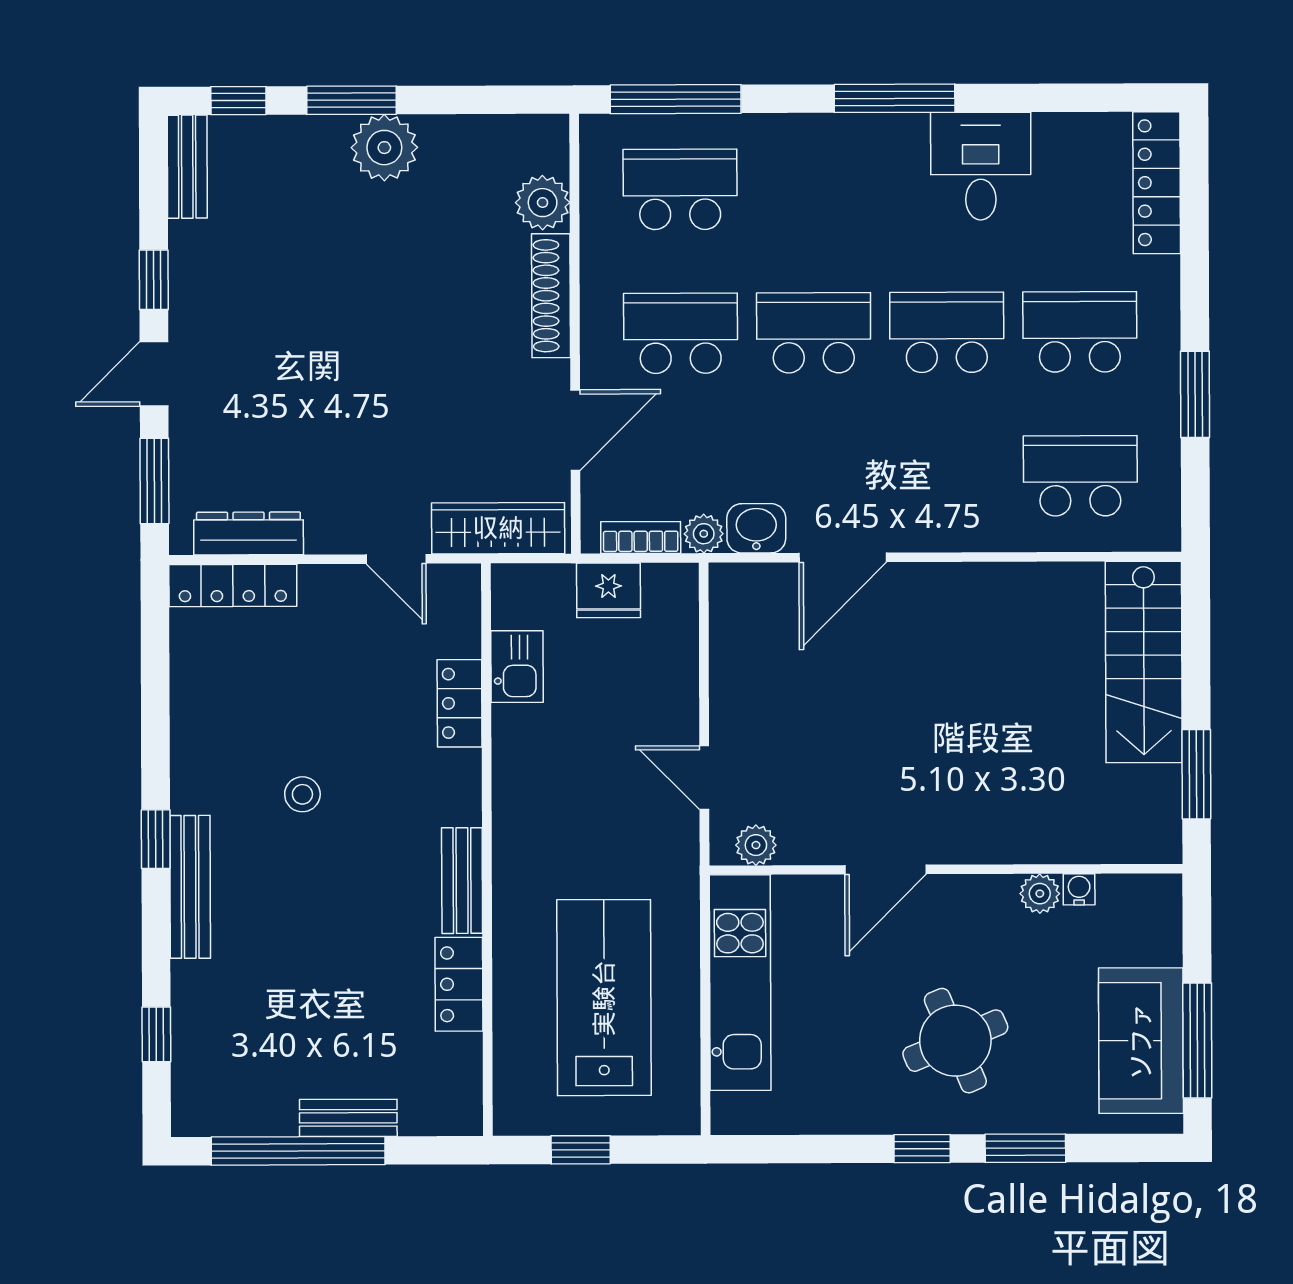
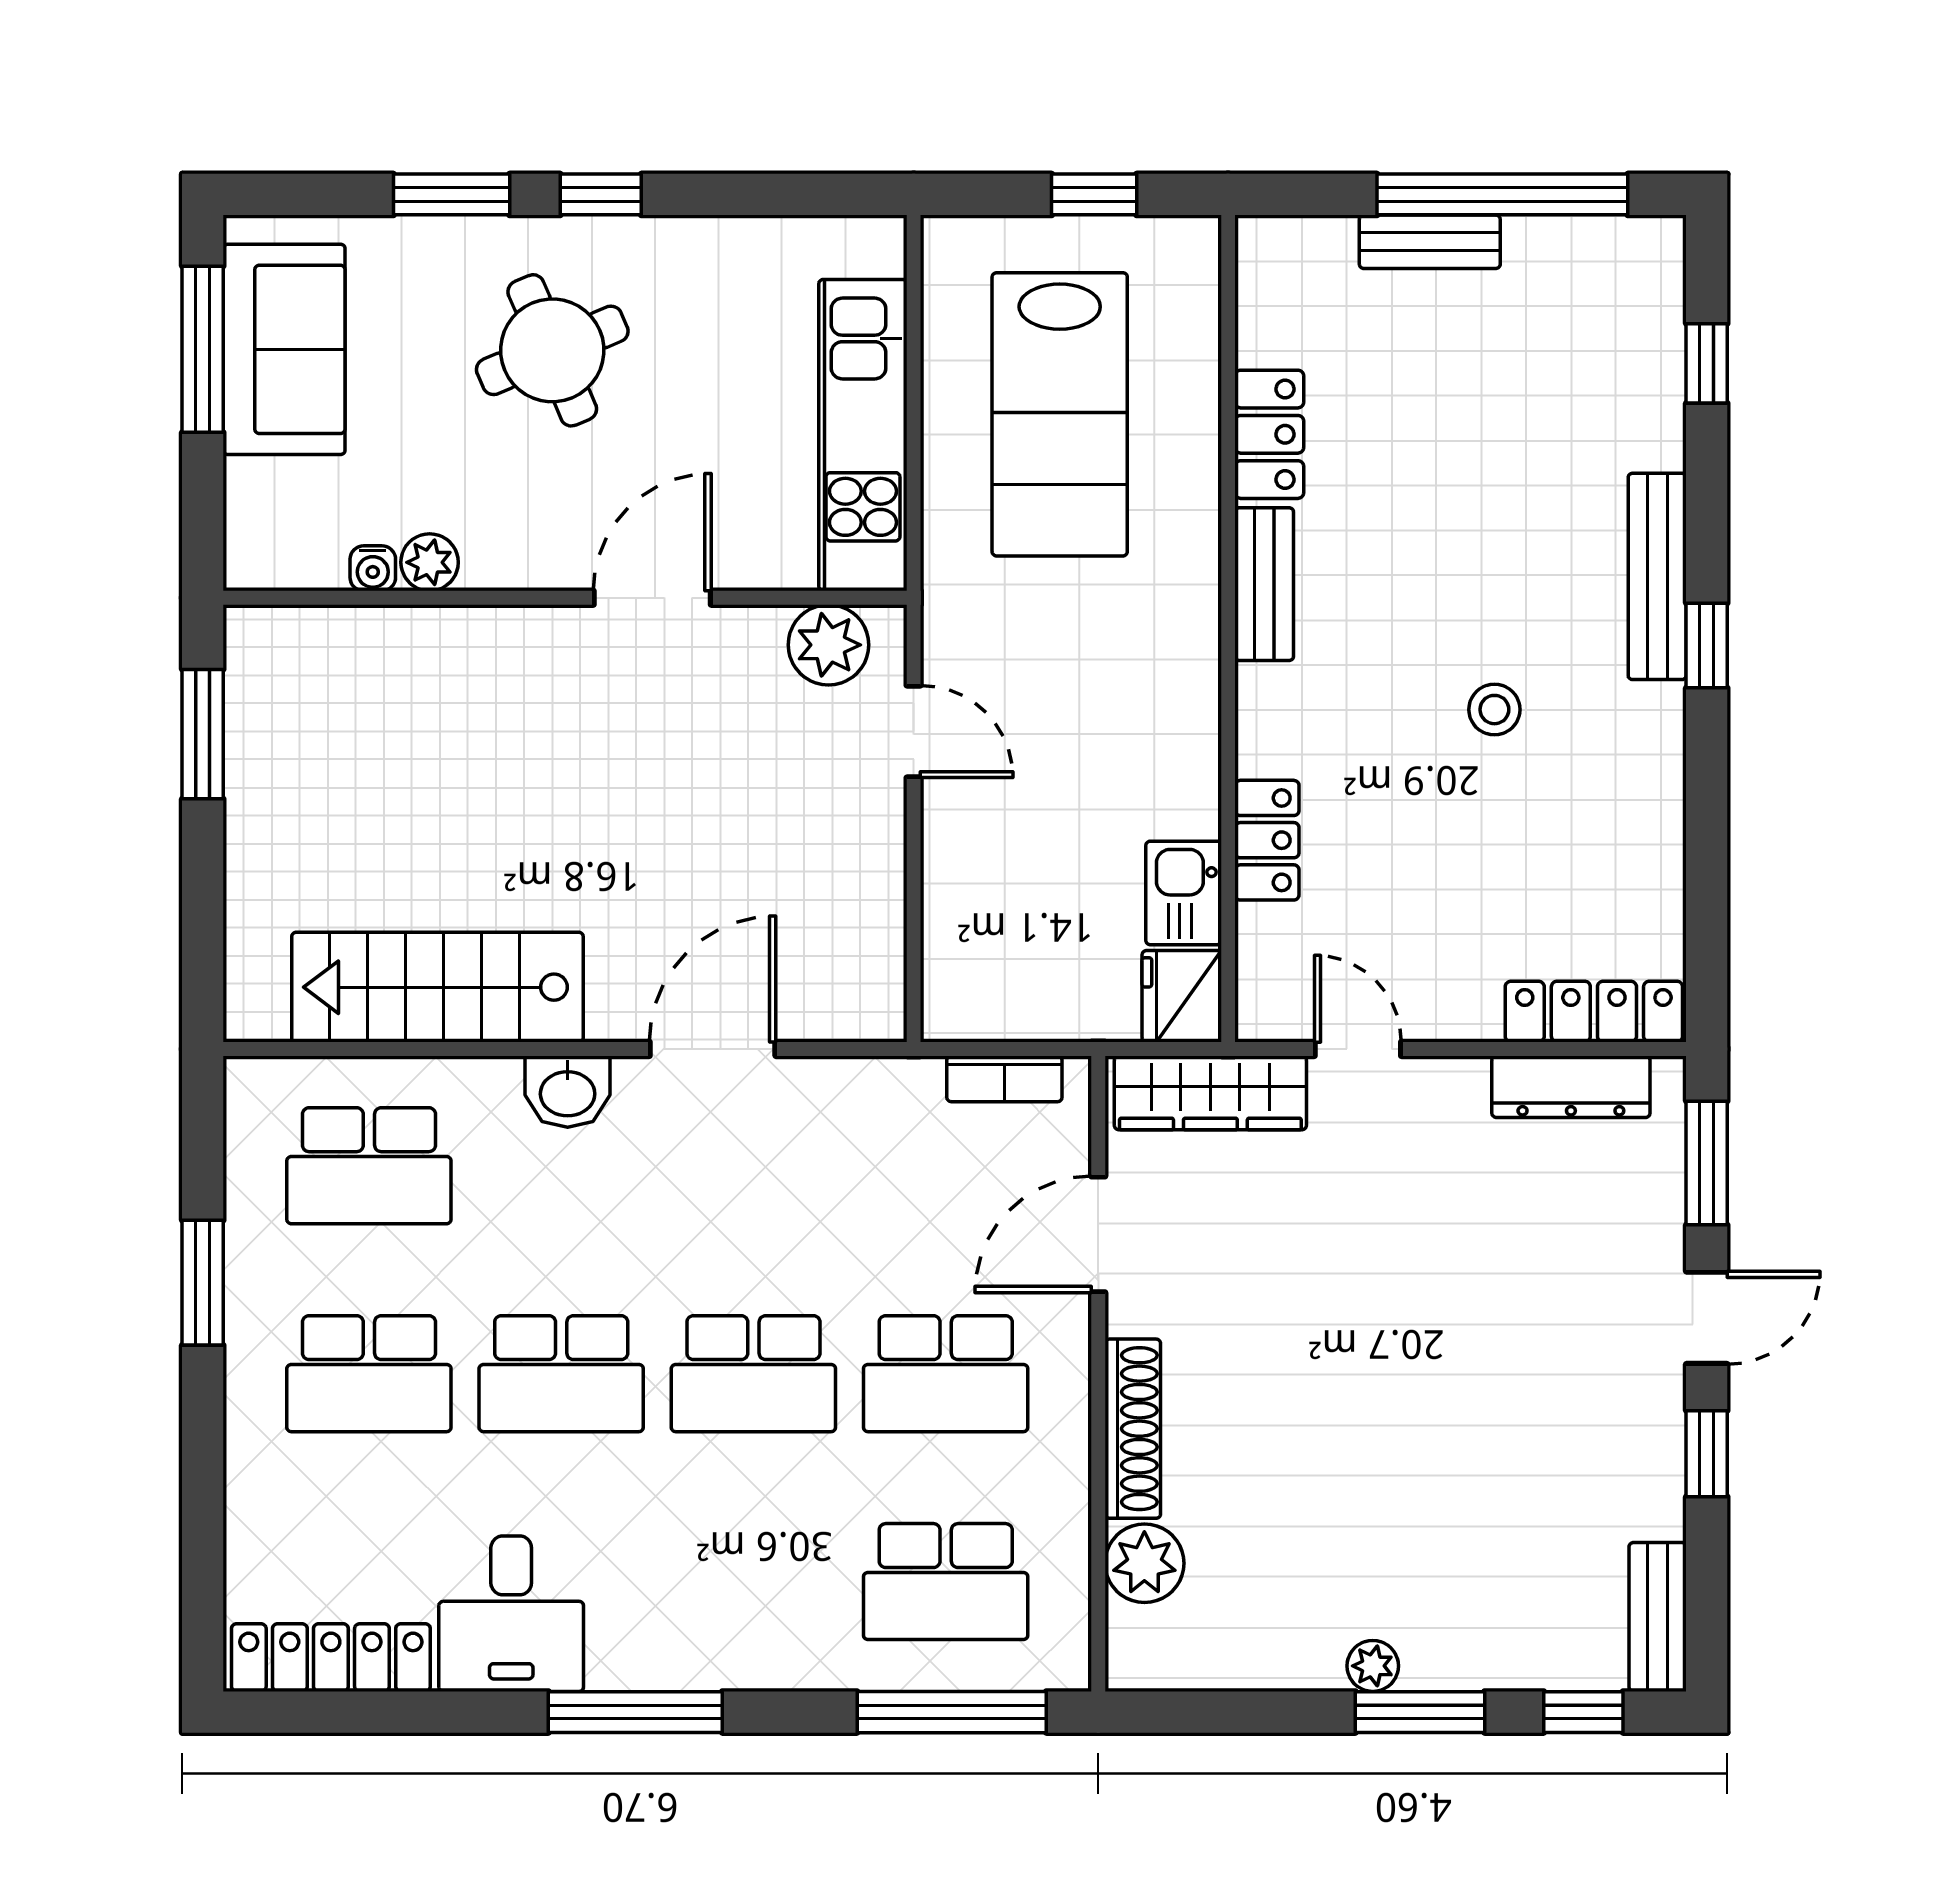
plant: (384, 148) -> (1373, 1666), width x0.53, depth x0.53
locker: (1157, 183) -> (331, 1658), moved, turned -90
washbasin: (756, 528) -> (568, 1092), moved
plant: (704, 534) -> (913, 1084), removed
fridge: (608, 590) -> (1182, 996), moved, turned -90
stairs: (1144, 662) -> (437, 987), moved, turned -90
plant: (756, 845) -> (828, 645), width x1.38, depth x1.38

